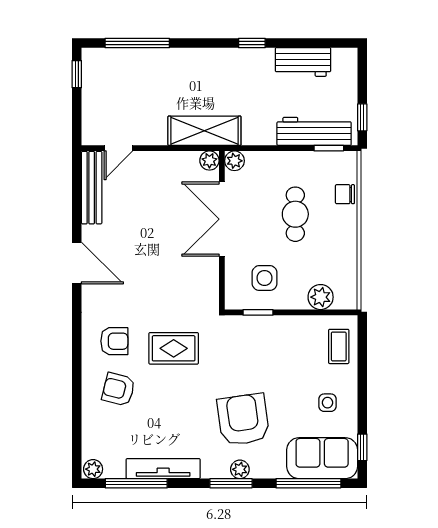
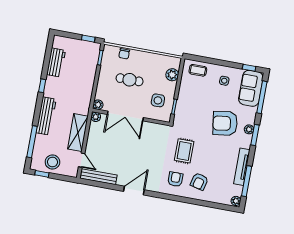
stool: (104, 91) -> (52, 162), added
shelving: (204, 131) -> (78, 133), moved
workbench: (314, 131) -> (46, 116), moved, turned 180

